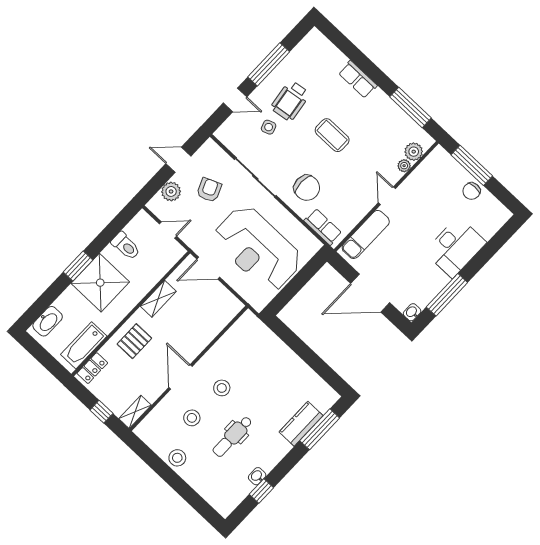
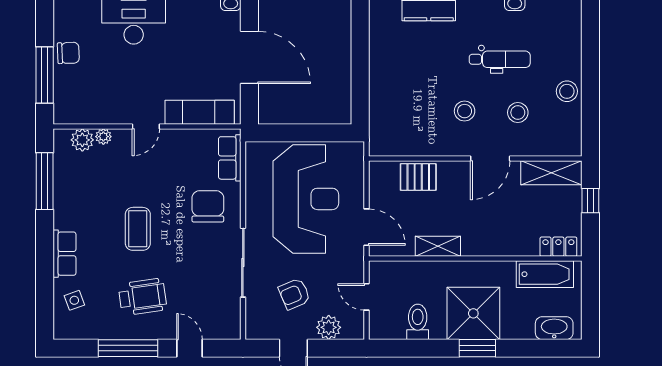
side table: (269, 127) -> (74, 300), moved
pallet: (134, 341) -> (418, 177), moved
shelving: (135, 412) -> (551, 173), width x1.50, depth x1.33

